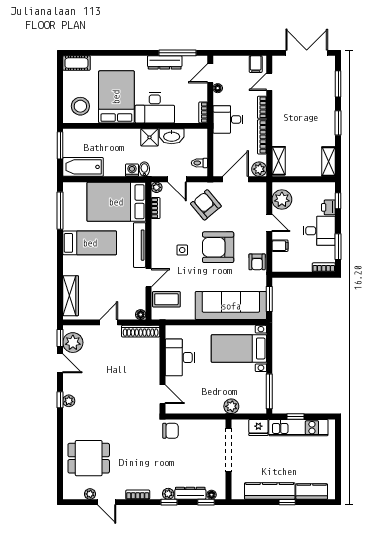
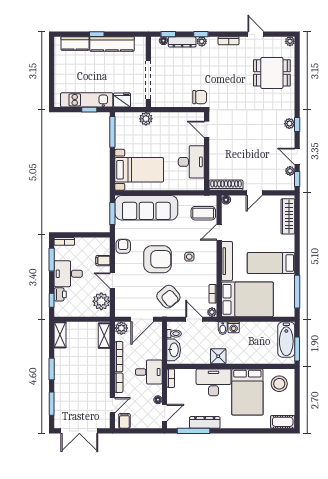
washbasin: (172, 136) -> (174, 350), moved, turned 90
bathtub: (83, 167) -> (286, 340), moved, turned 90
plant: (73, 343) -> (290, 171), width x0.53, depth x0.53
chair: (170, 431) -> (200, 97), turned 180
plant: (90, 494) -> (290, 41), moved

